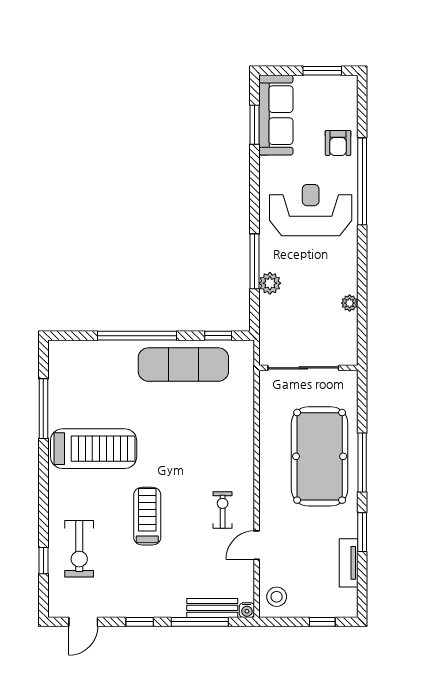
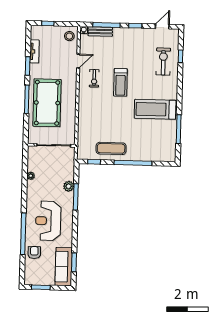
reception desk: (311, 210) -> (48, 221), turned 90
exercise mat: (183, 365) -> (111, 148), width x0.73, depth x0.69
treadmill: (147, 516) -> (120, 82), moved

